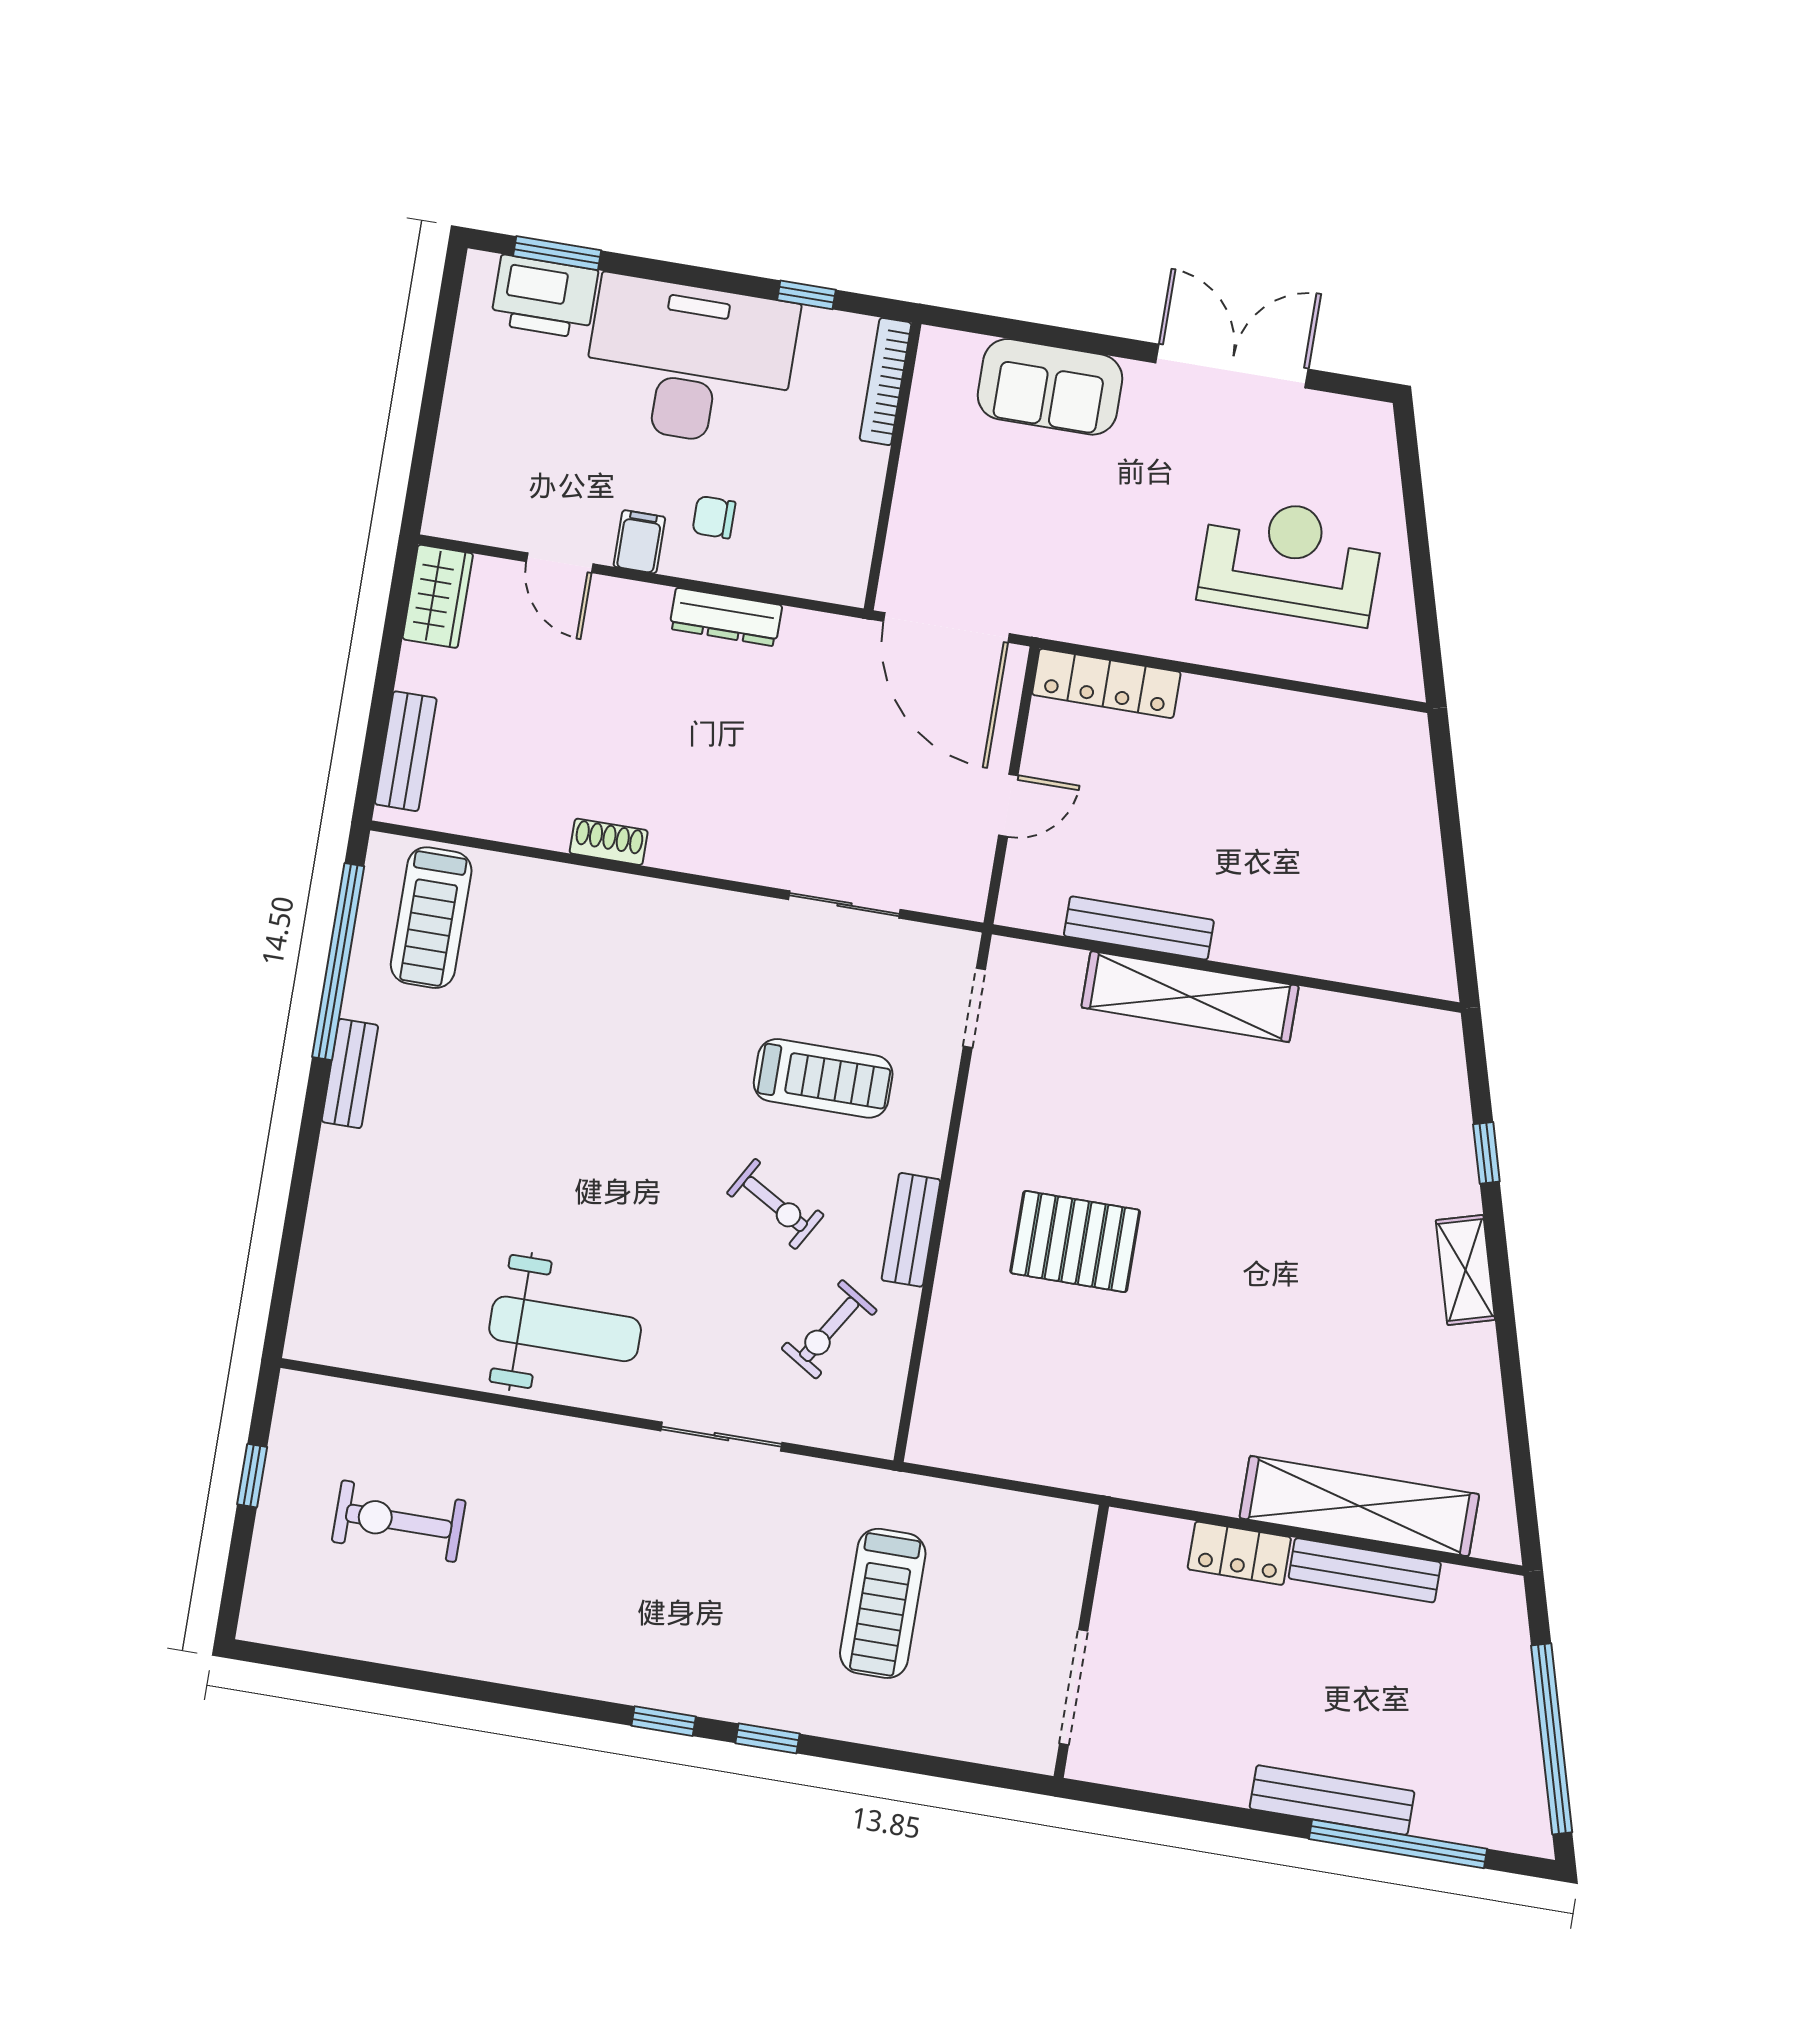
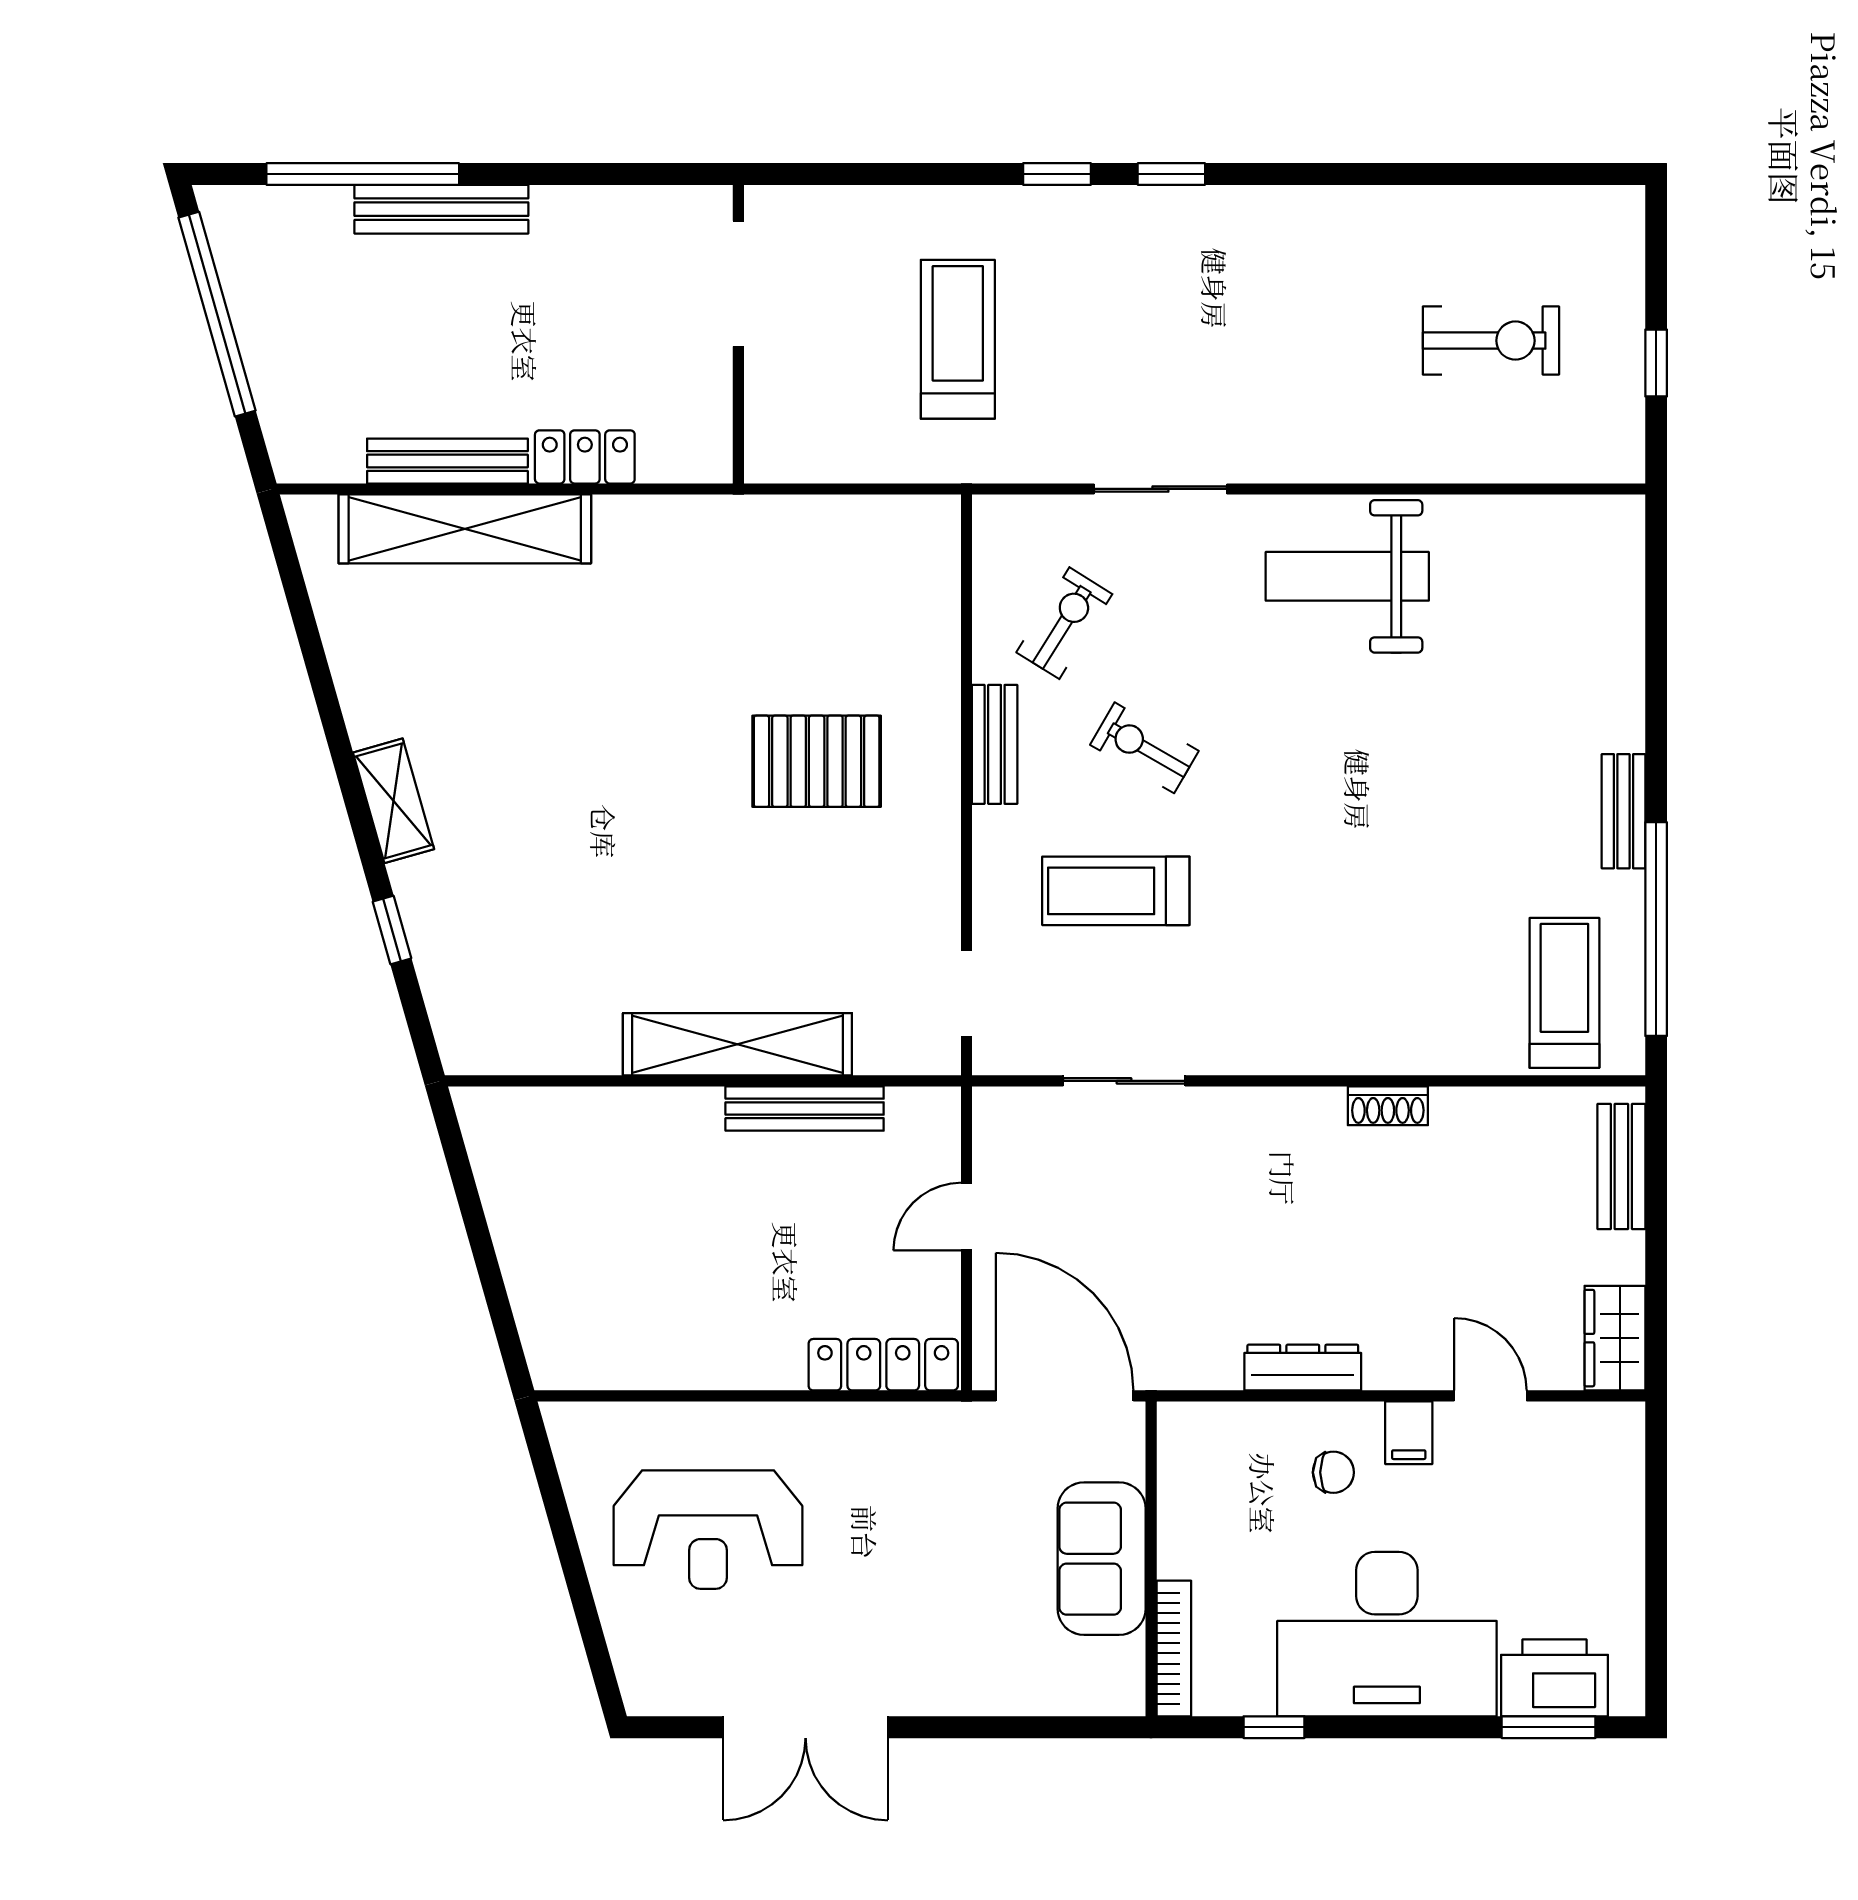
sofa: (1050, 387) -> (1102, 1559), moved, turned -90

